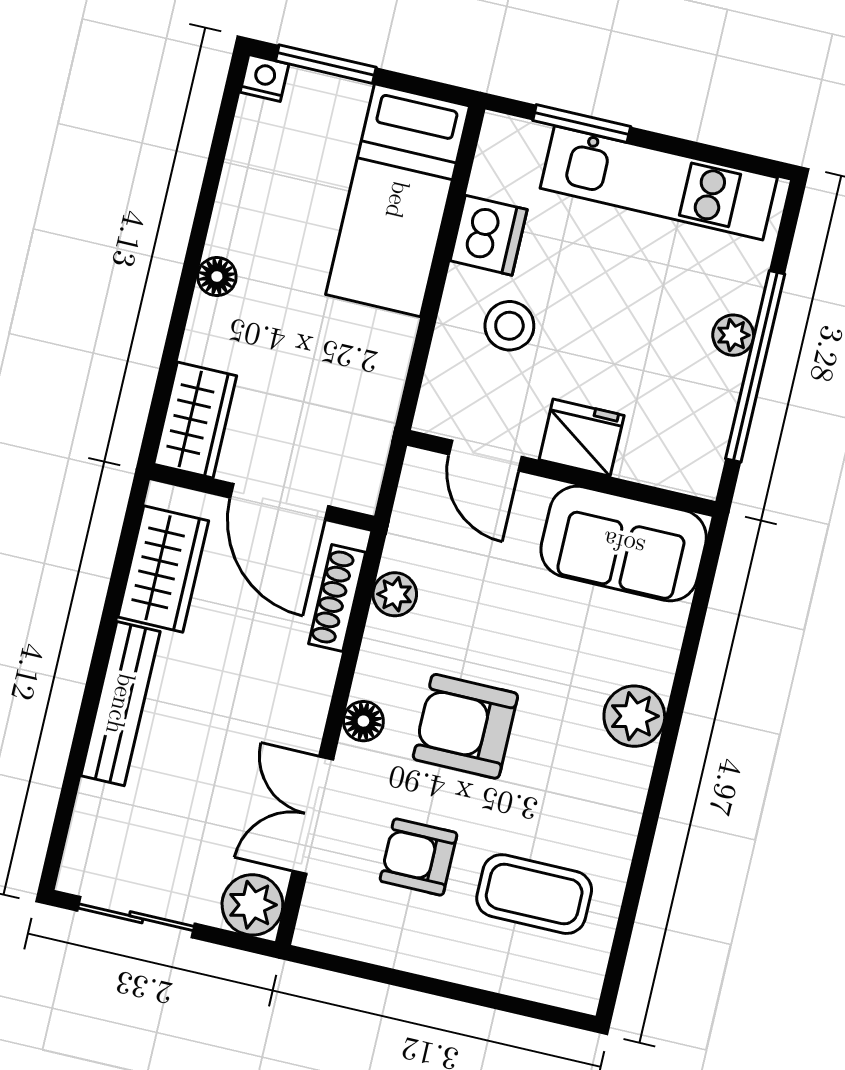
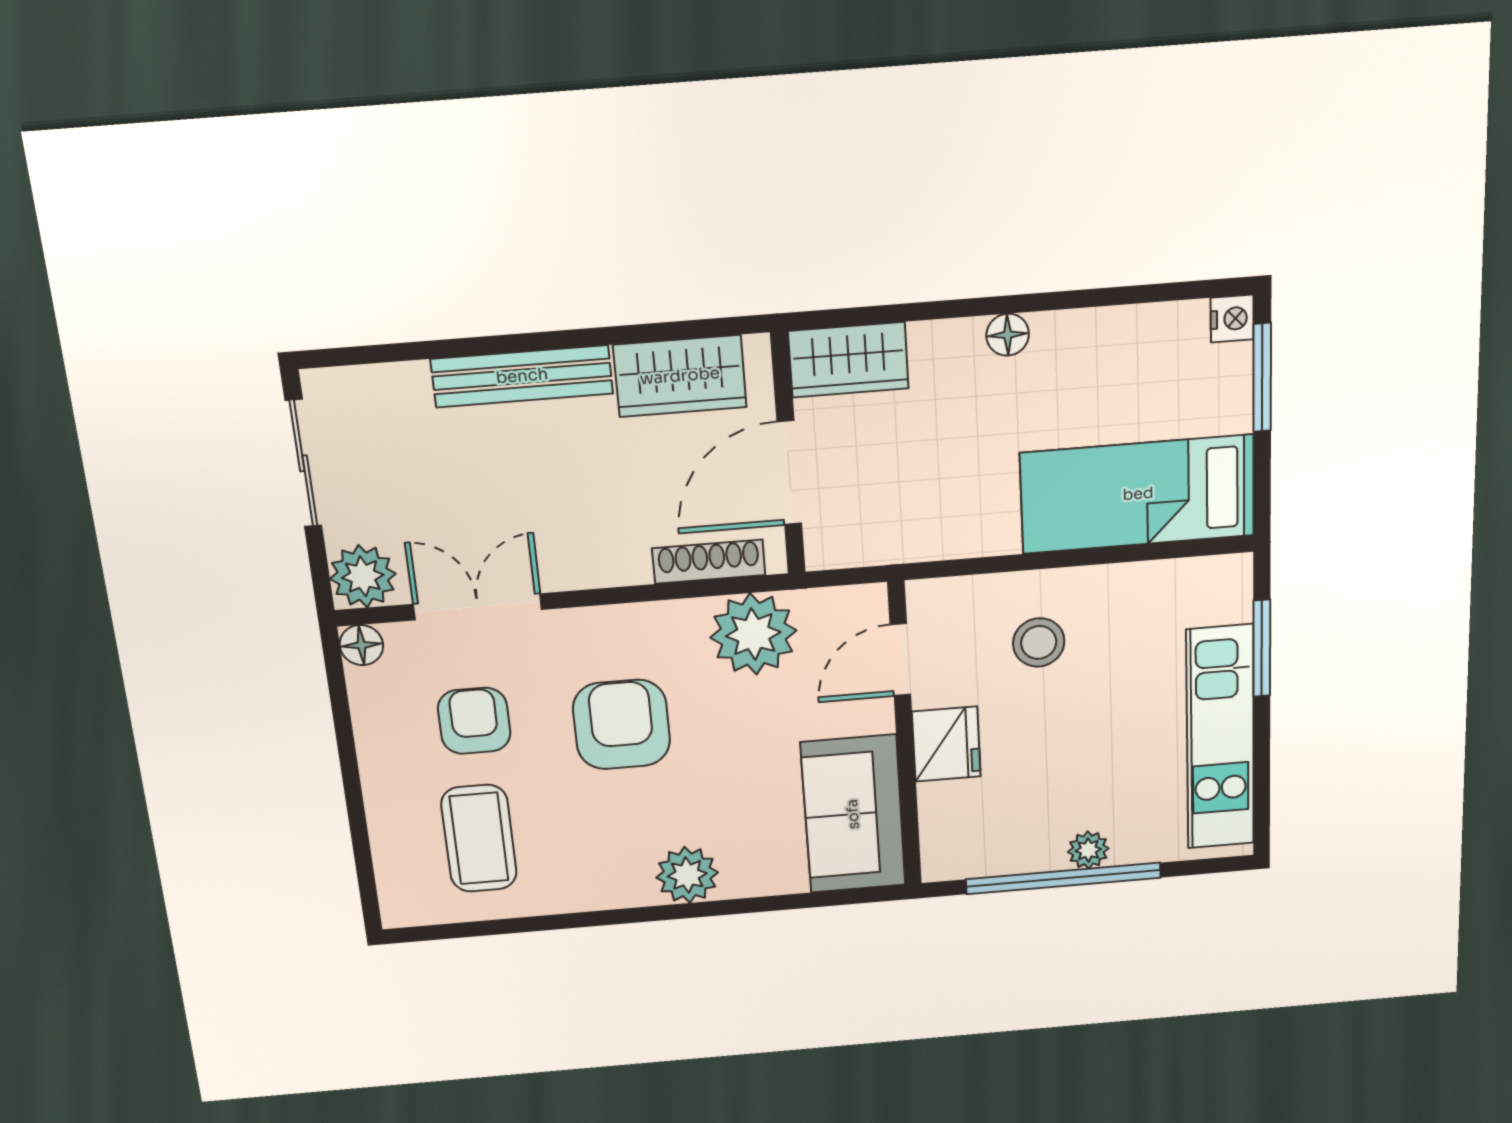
dishwasher: (489, 235) -> (1125, 594), removed
plant: (395, 594) -> (753, 634), width x1.87, depth x1.87
floor lamp: (363, 721) -> (361, 645), moved

